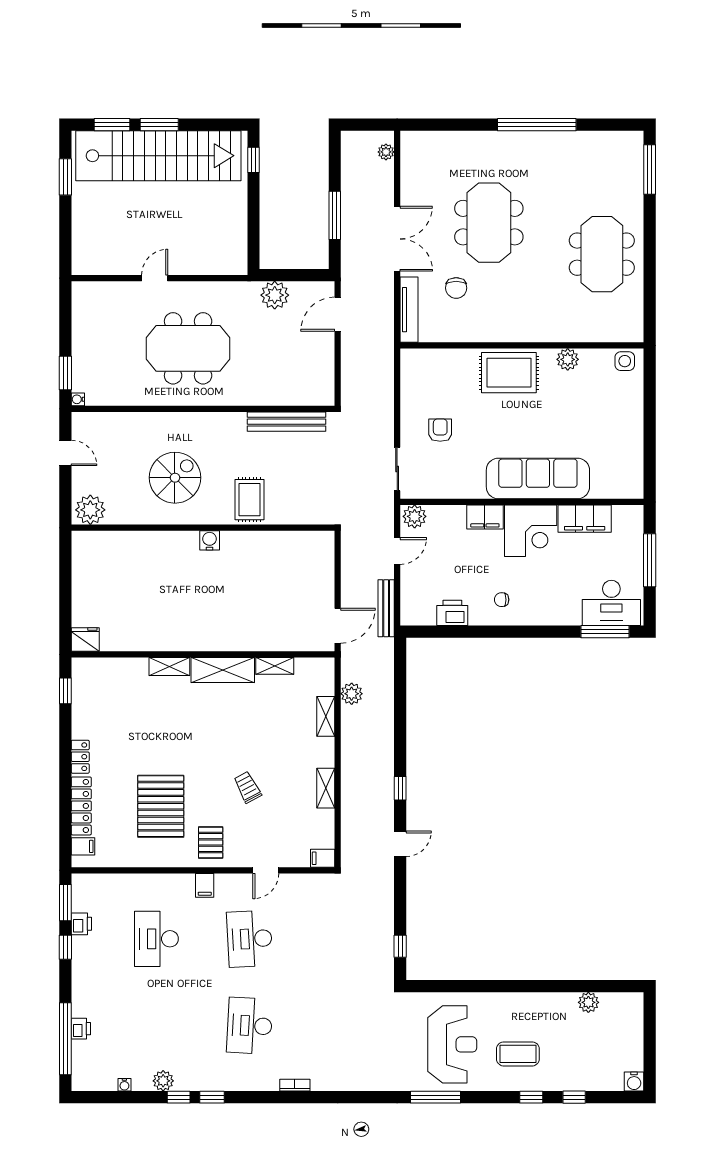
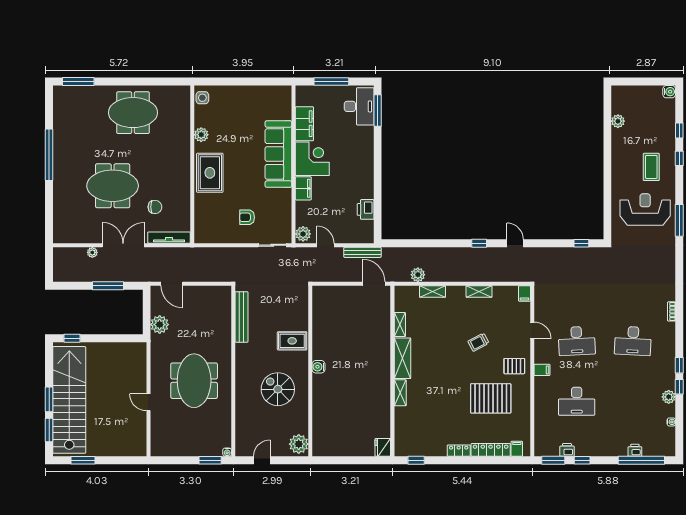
plant: (386, 152) -> (92, 252), moved
chair: (502, 600) -> (357, 178), removed

